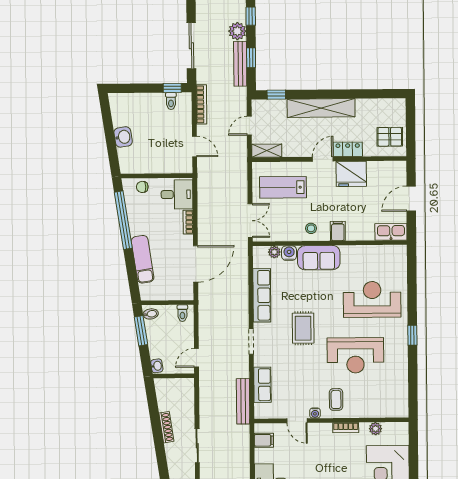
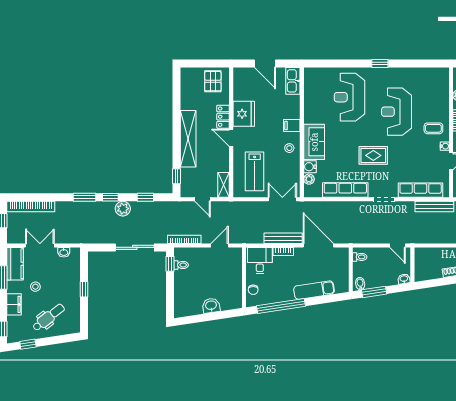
bench: (240, 64) -> (283, 238), moved
reception desk: (355, 355) -> (396, 112), turned 180
row of seats: (262, 385) -> (421, 190), width x1.48

